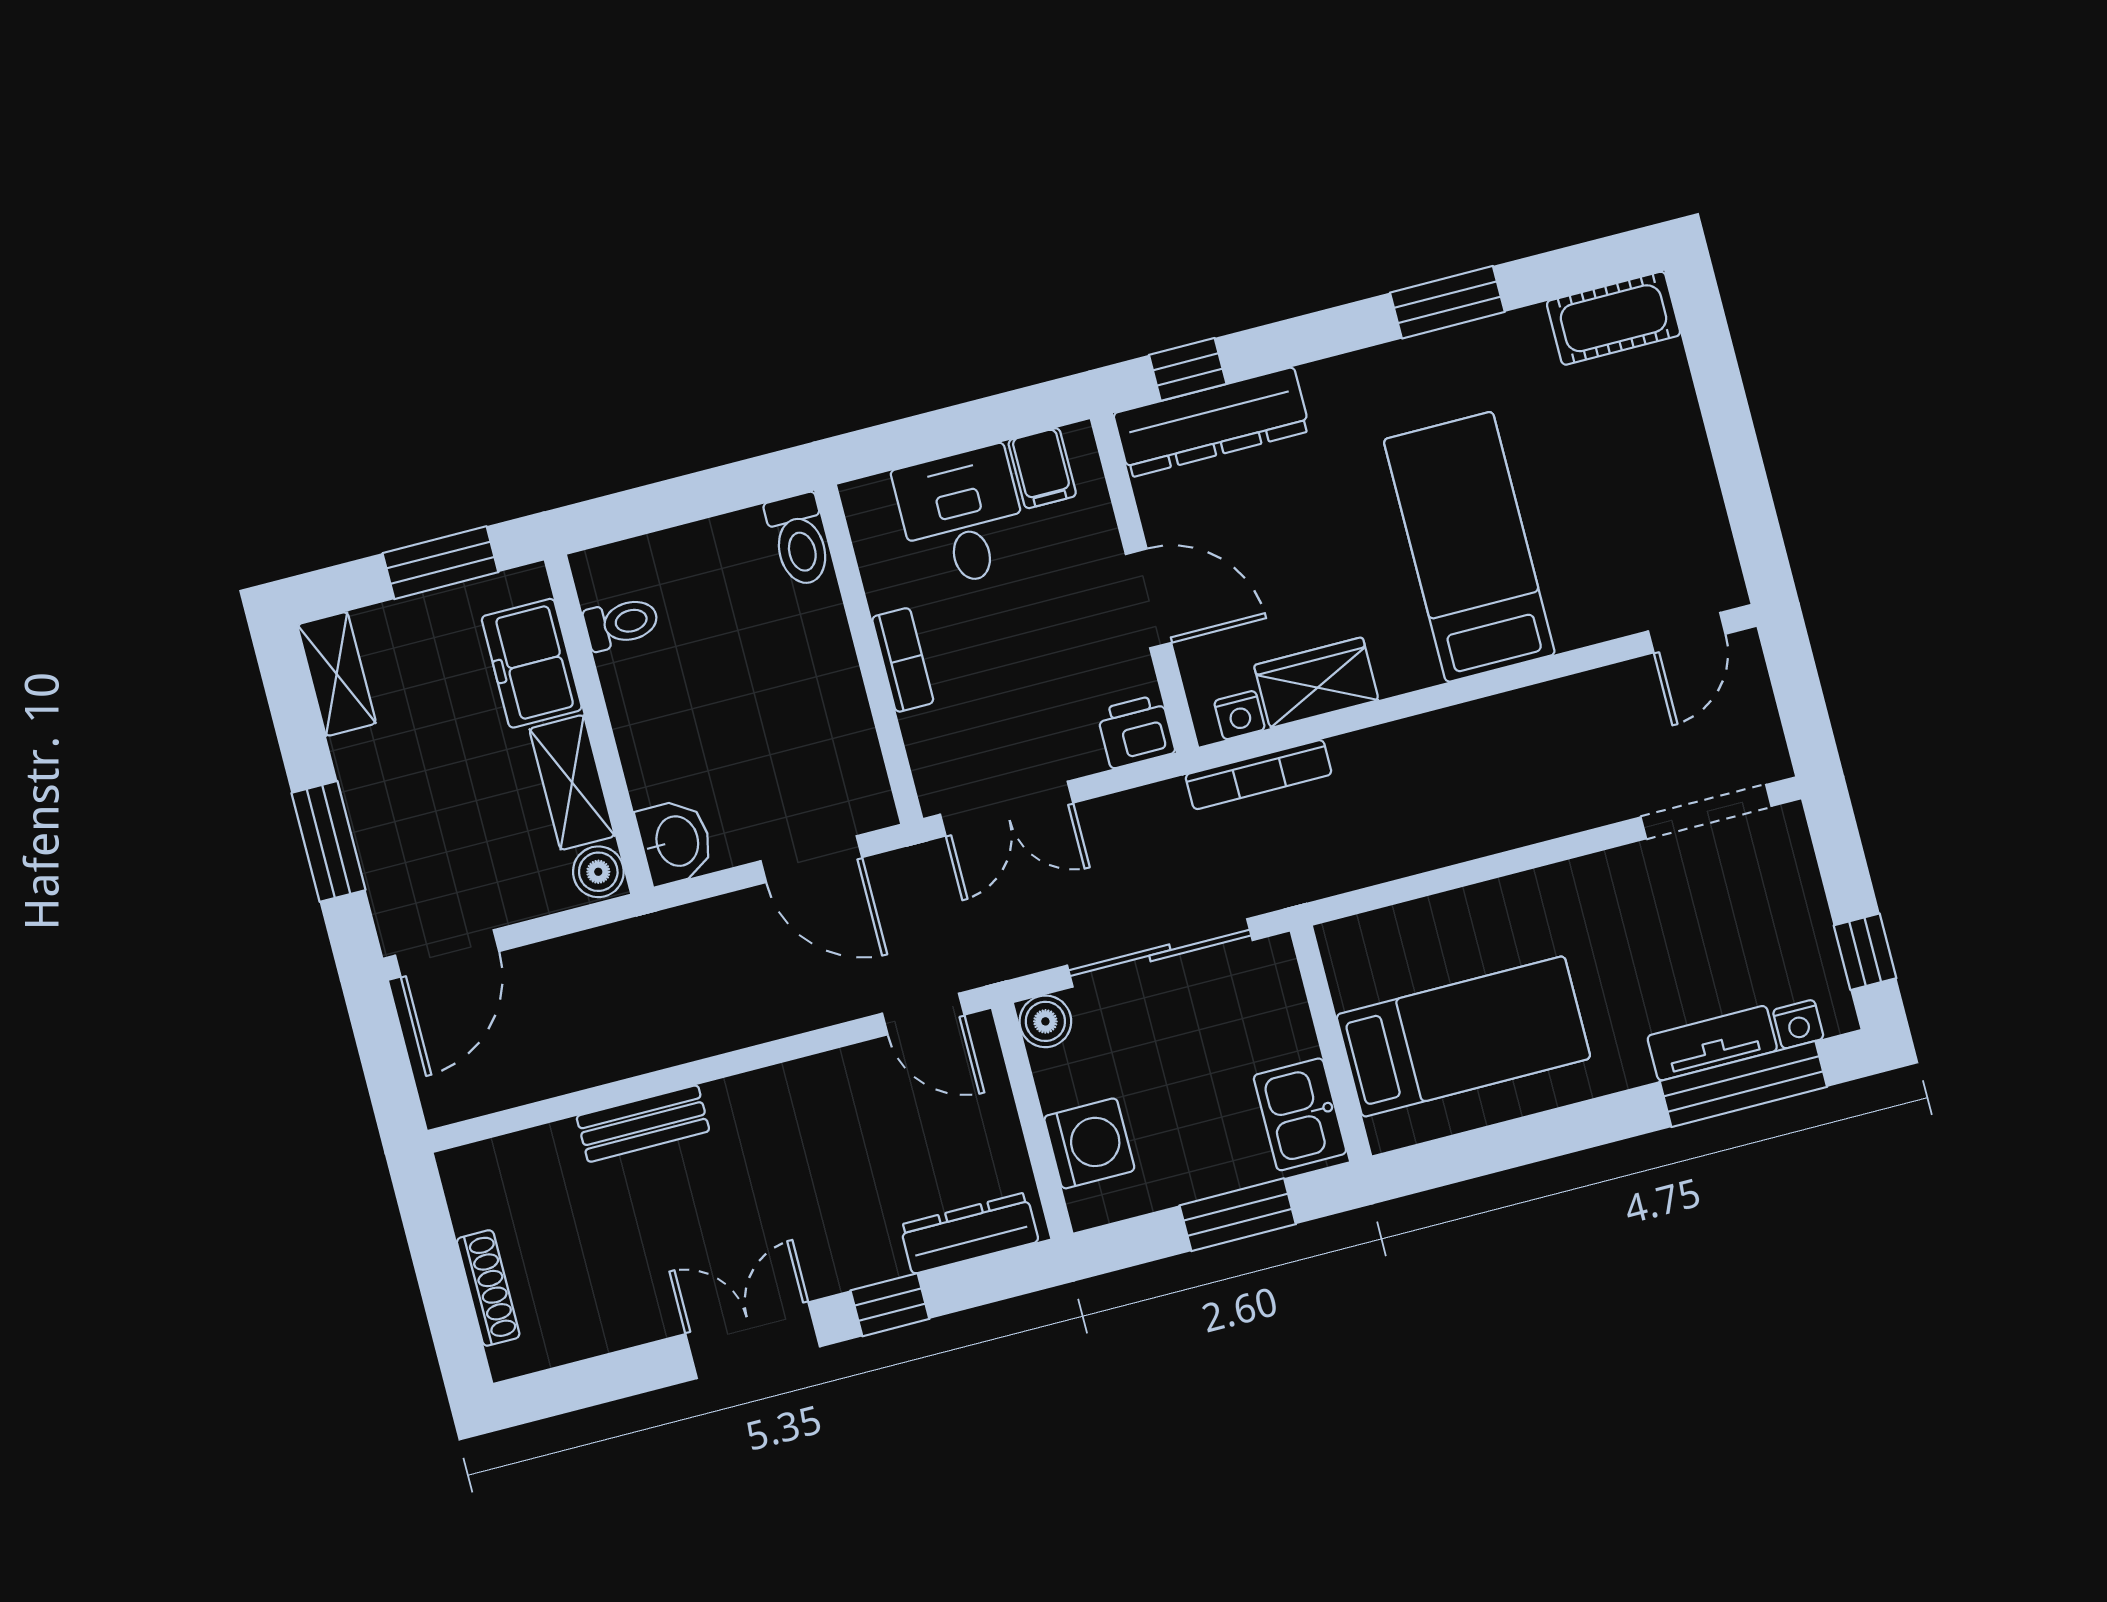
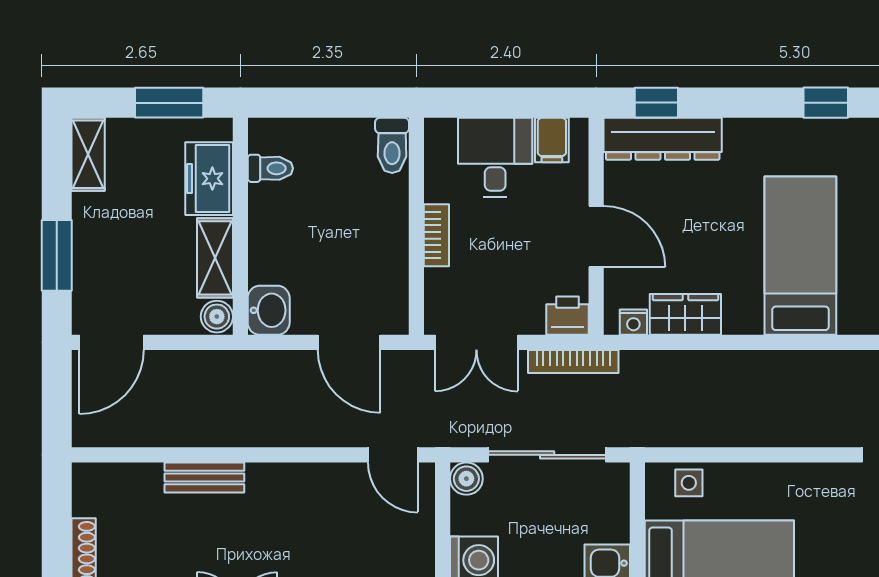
window: (1447, 302) -> (826, 103), width x0.67
bookcase: (1259, 775) -> (573, 362), moved
side table: (1388, 940) -> (689, 483), added

